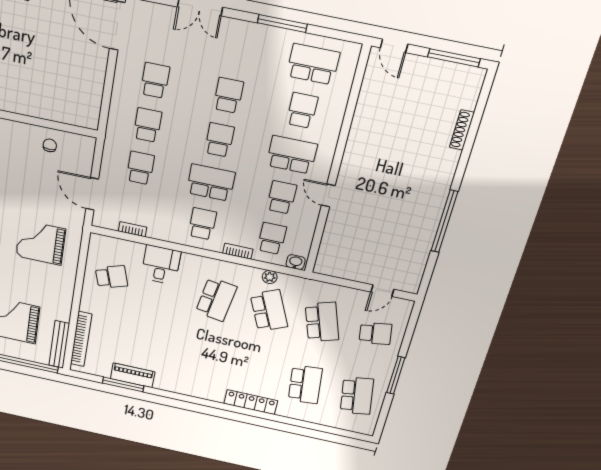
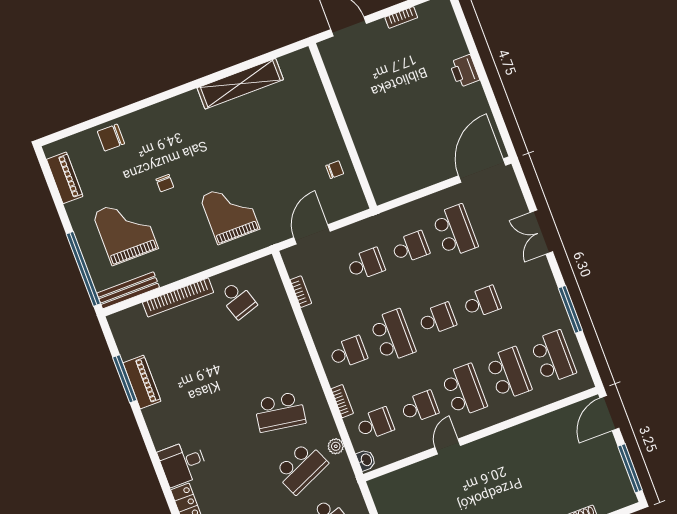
door: (394, 46) -> (609, 413), width x1.38
school desk: (155, 80) -> (455, 231), width x1.85
school desk: (302, 110) -> (509, 374), width x1.85
desk: (161, 265) -> (183, 463), moved, turned 180
bookcase: (81, 339) -> (178, 297), moved

